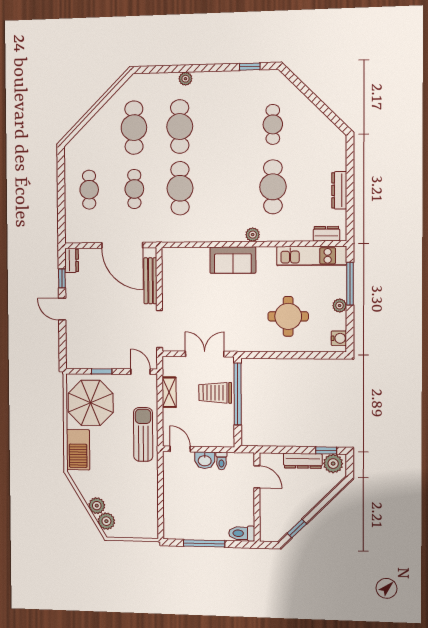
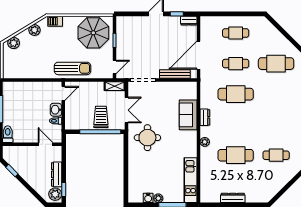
cafe table: (180, 127) -> (276, 94), removed
dresser: (326, 234) -> (205, 117), moved
sofa: (233, 260) -> (188, 115), moved
round table: (288, 316) -> (147, 138), moved
water cooler: (339, 338) -> (148, 198), moved
shelving: (169, 392) -> (115, 86), moved
barbecue: (78, 450) -> (55, 21), width x0.53, depth x0.65
door: (257, 477) -> (46, 144), swing flipped
plant: (97, 506) -> (34, 30), moved

